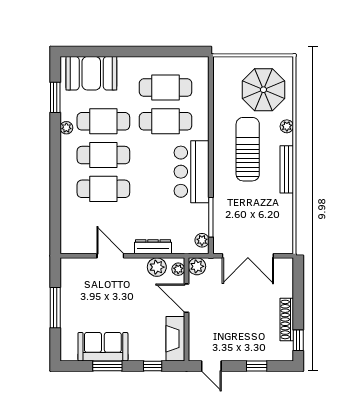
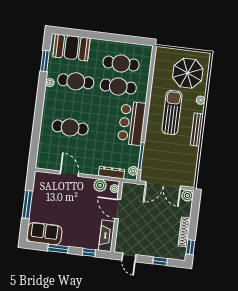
cafe table: (103, 155) -> (73, 104), removed
dresser: (153, 247) -> (112, 173), moved
plant: (197, 266) -> (187, 196), moved
sofa: (103, 347) -> (44, 234), moved

